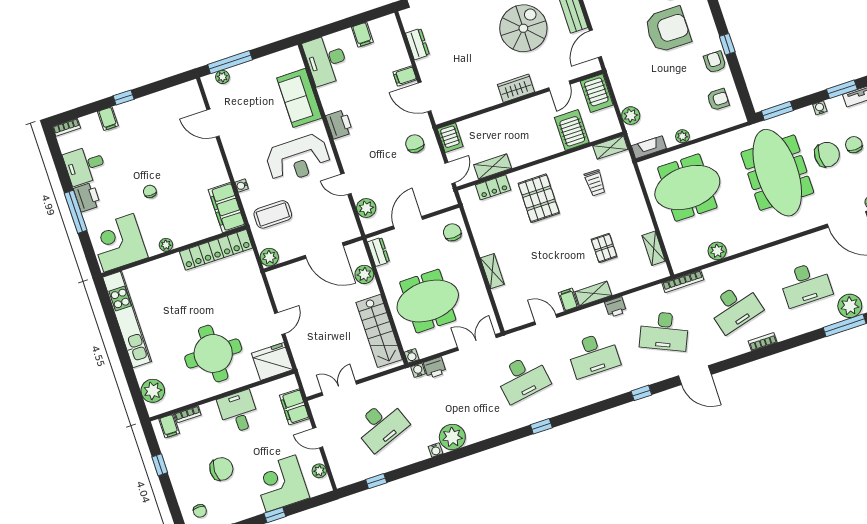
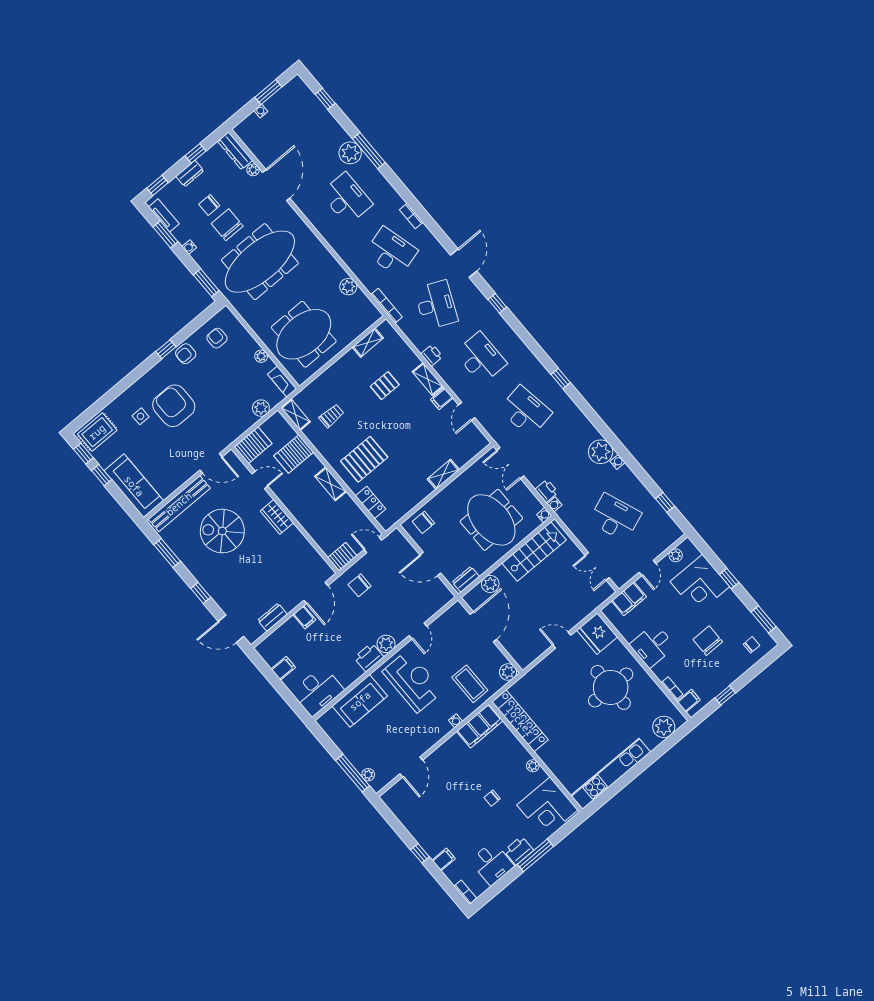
shelving: (493, 167) -> (331, 484), moved
meeting table: (687, 188) -> (304, 334), turned 90
plant: (366, 208) -> (386, 644), moved

